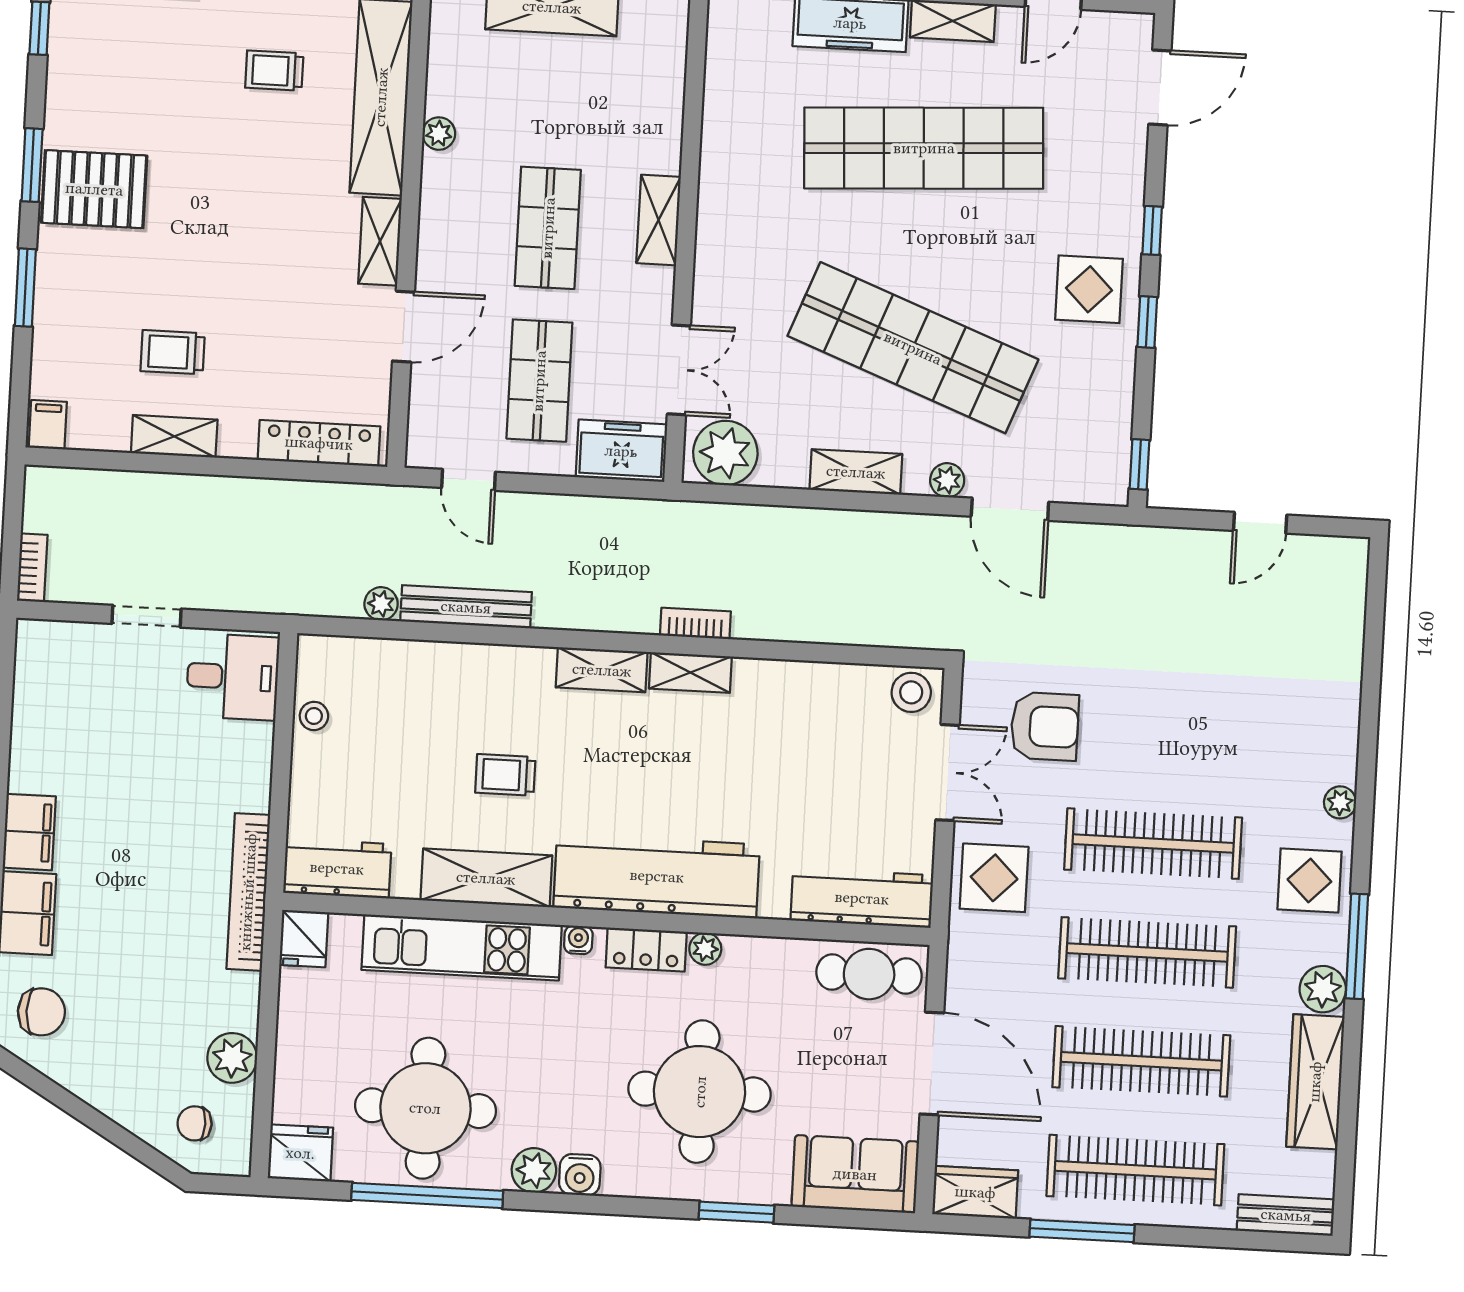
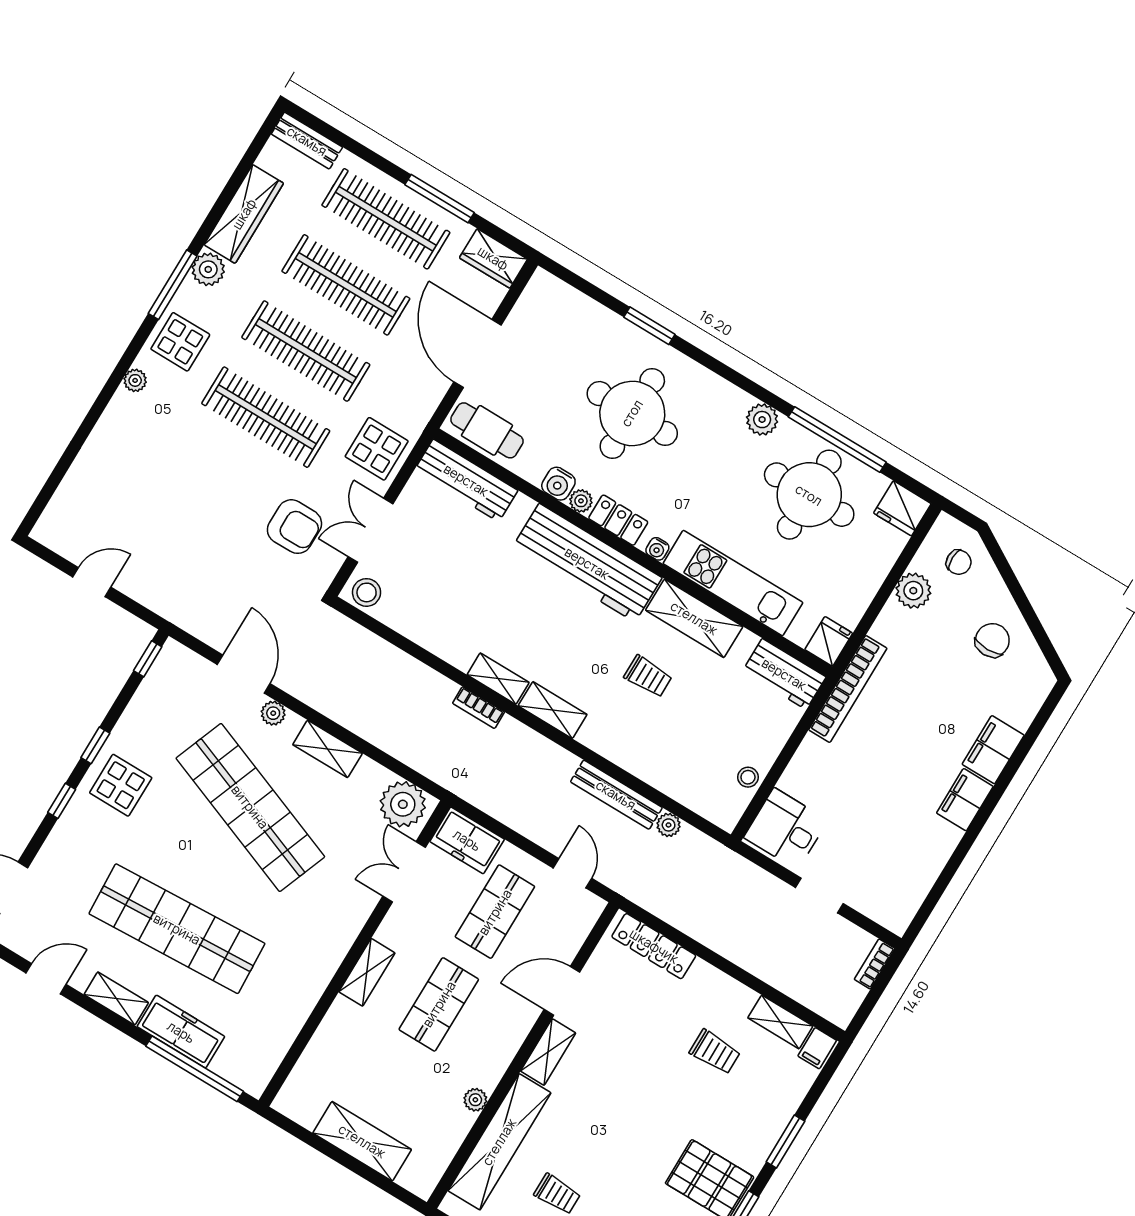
shelving: (174, 436) -> (780, 1022), moved
armchair: (1045, 726) -> (294, 527), turned 180
chair: (41, 1012) -> (992, 640), moved, turned 90
sofa: (855, 1174) -> (562, 310), removed
water cooler: (580, 1175) -> (558, 484), moved, turned 180

